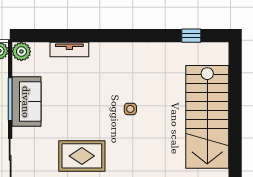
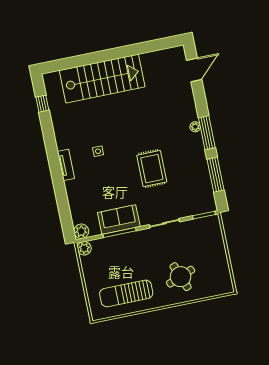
tv unit: (69, 49) -> (66, 165), moved
side table: (130, 109) -> (98, 151), moved

